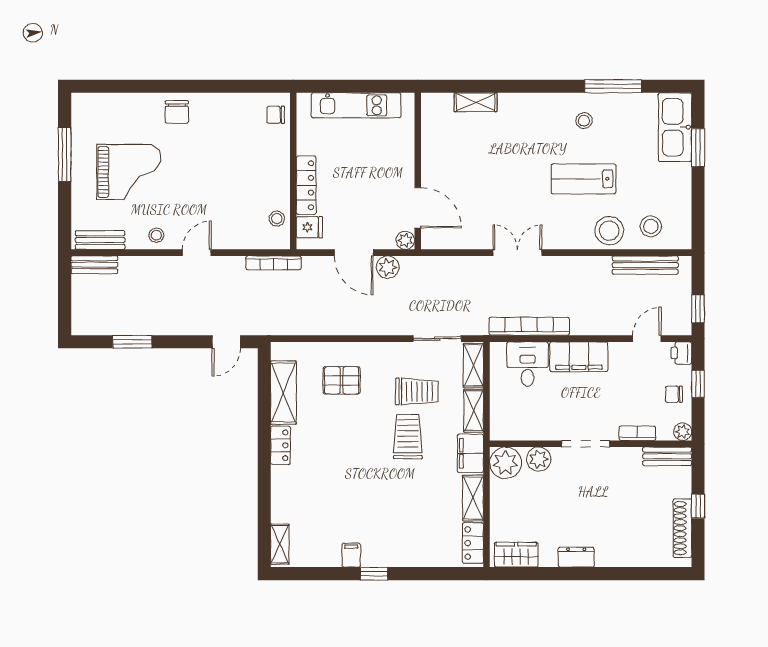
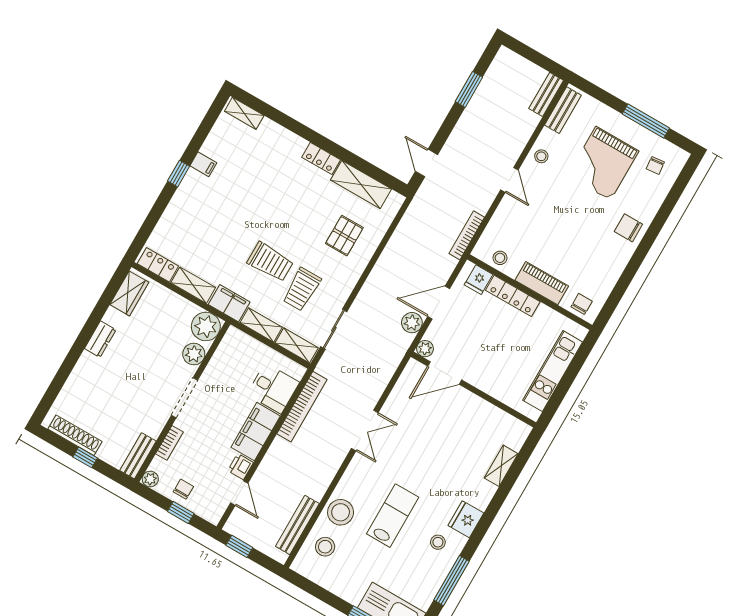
fridge: (546, 106) -> (466, 519), added
chair: (102, 121) -> (655, 165), added
piano: (278, 165) -> (542, 283), added
printer: (681, 353) -> (241, 467), moved, turned -90

